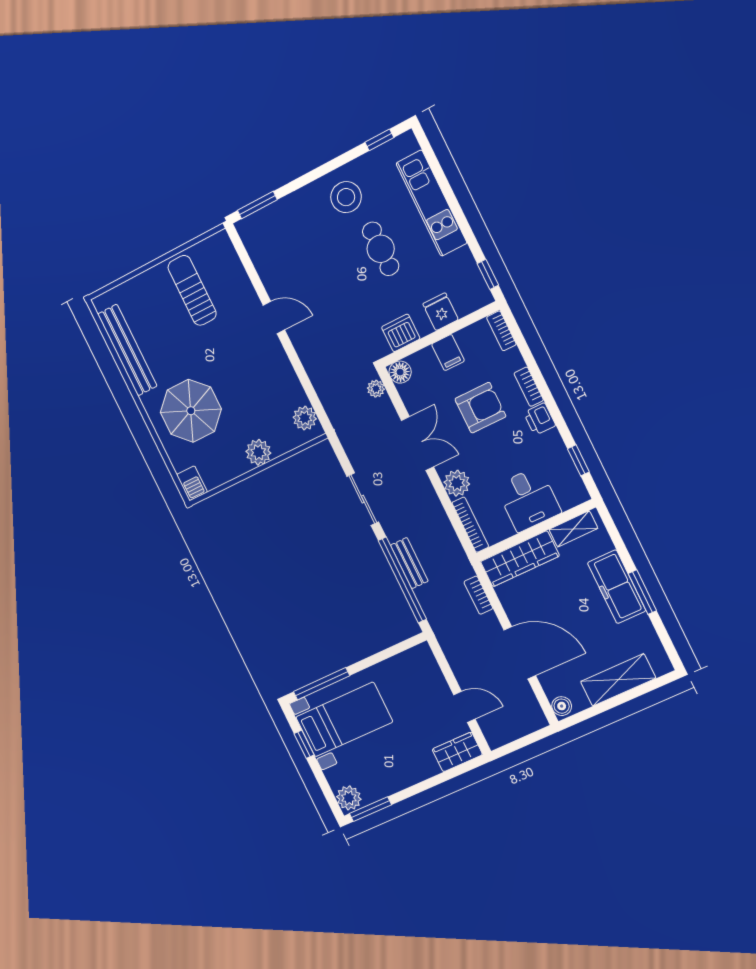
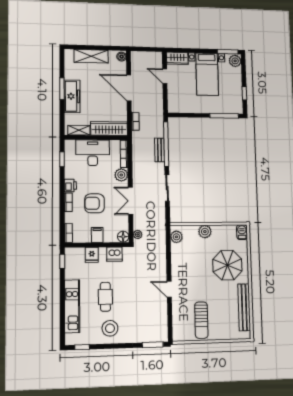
desk: (528, 499) -> (93, 153), width x1.37
bed with nightstands: (344, 719) -> (207, 74), moved, turned -90

